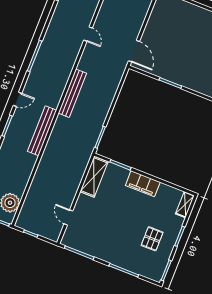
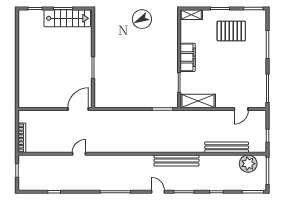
bench: (72, 93) -> (227, 147), moved
pallet: (152, 239) -> (231, 31), width x1.50, depth x1.42

